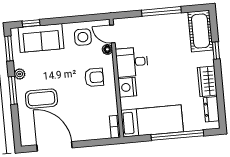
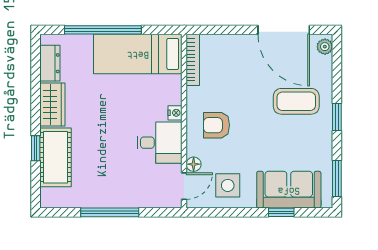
window: (31, 23) -> (281, 212), moved
cot: (200, 31) -> (55, 157), moved
door: (112, 34) -> (184, 186), hinge flipped
plant: (20, 74) -> (325, 47), moved
nightstand: (127, 87) -> (175, 113), width x0.53, depth x0.56
window: (13, 90) -> (337, 117), width x0.67
bookcase: (115, 127) -> (193, 60), width x1.56

